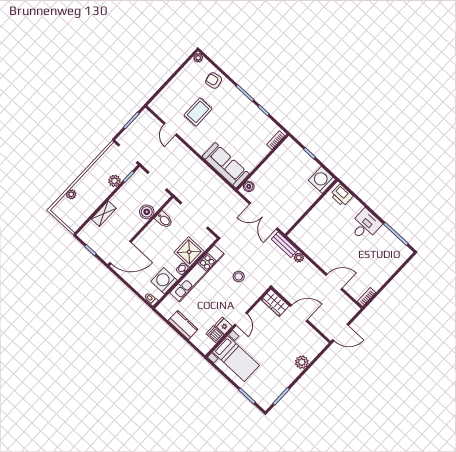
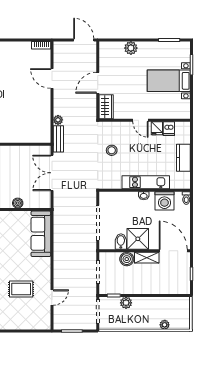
boiler: (249, 186) -> (18, 203), moved
shelving: (104, 214) -> (147, 258), moved
double door: (263, 216) -> (52, 173), swing flipped
shower: (189, 252) -> (138, 239), moved
kitchen unit: (197, 273) -> (146, 182), width x0.73
door: (299, 313) -> (98, 83), hinge flipped
door: (241, 319) -> (140, 120), swing flipped
bed with nightstands: (236, 359) -> (169, 81), moved, turned -90

